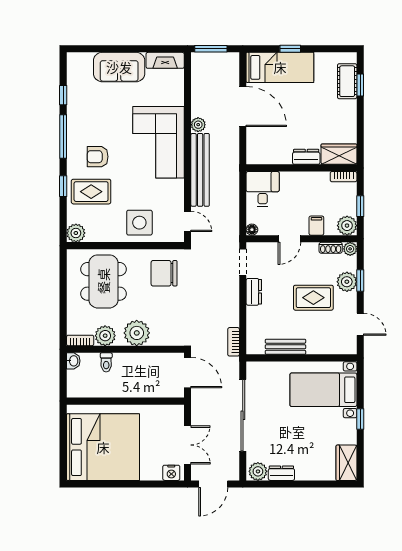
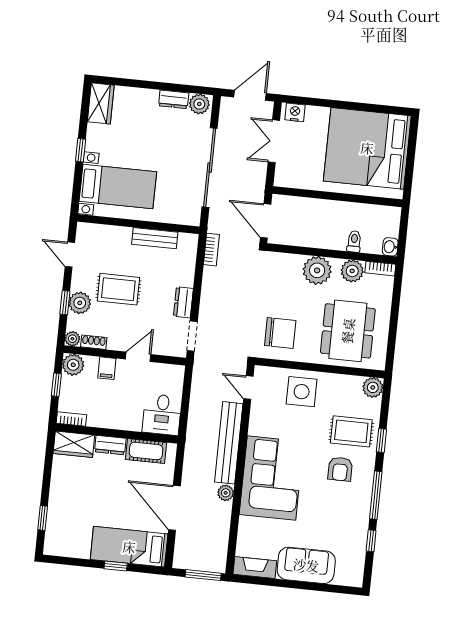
cot: (347, 81) -> (146, 451), moved, turned 90
armchair: (98, 157) -> (340, 469), turned 90
floor lamp: (252, 230) -> (178, 371), removed

